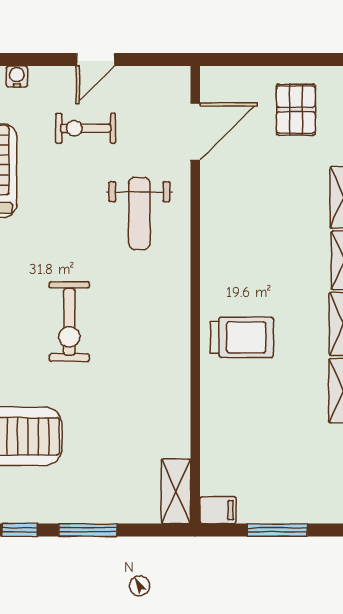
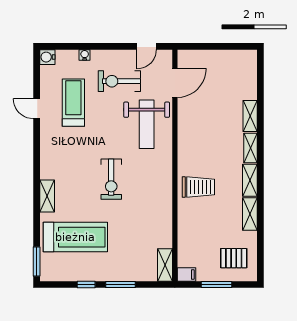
door: (96, 59) -> (147, 46), moved
pallet: (296, 110) -> (234, 258), moved, turned 90
exercise bike: (86, 128) -> (119, 81), width x1.38, depth x1.39
weight bench: (139, 213) -> (147, 124), width x1.36, depth x1.33

